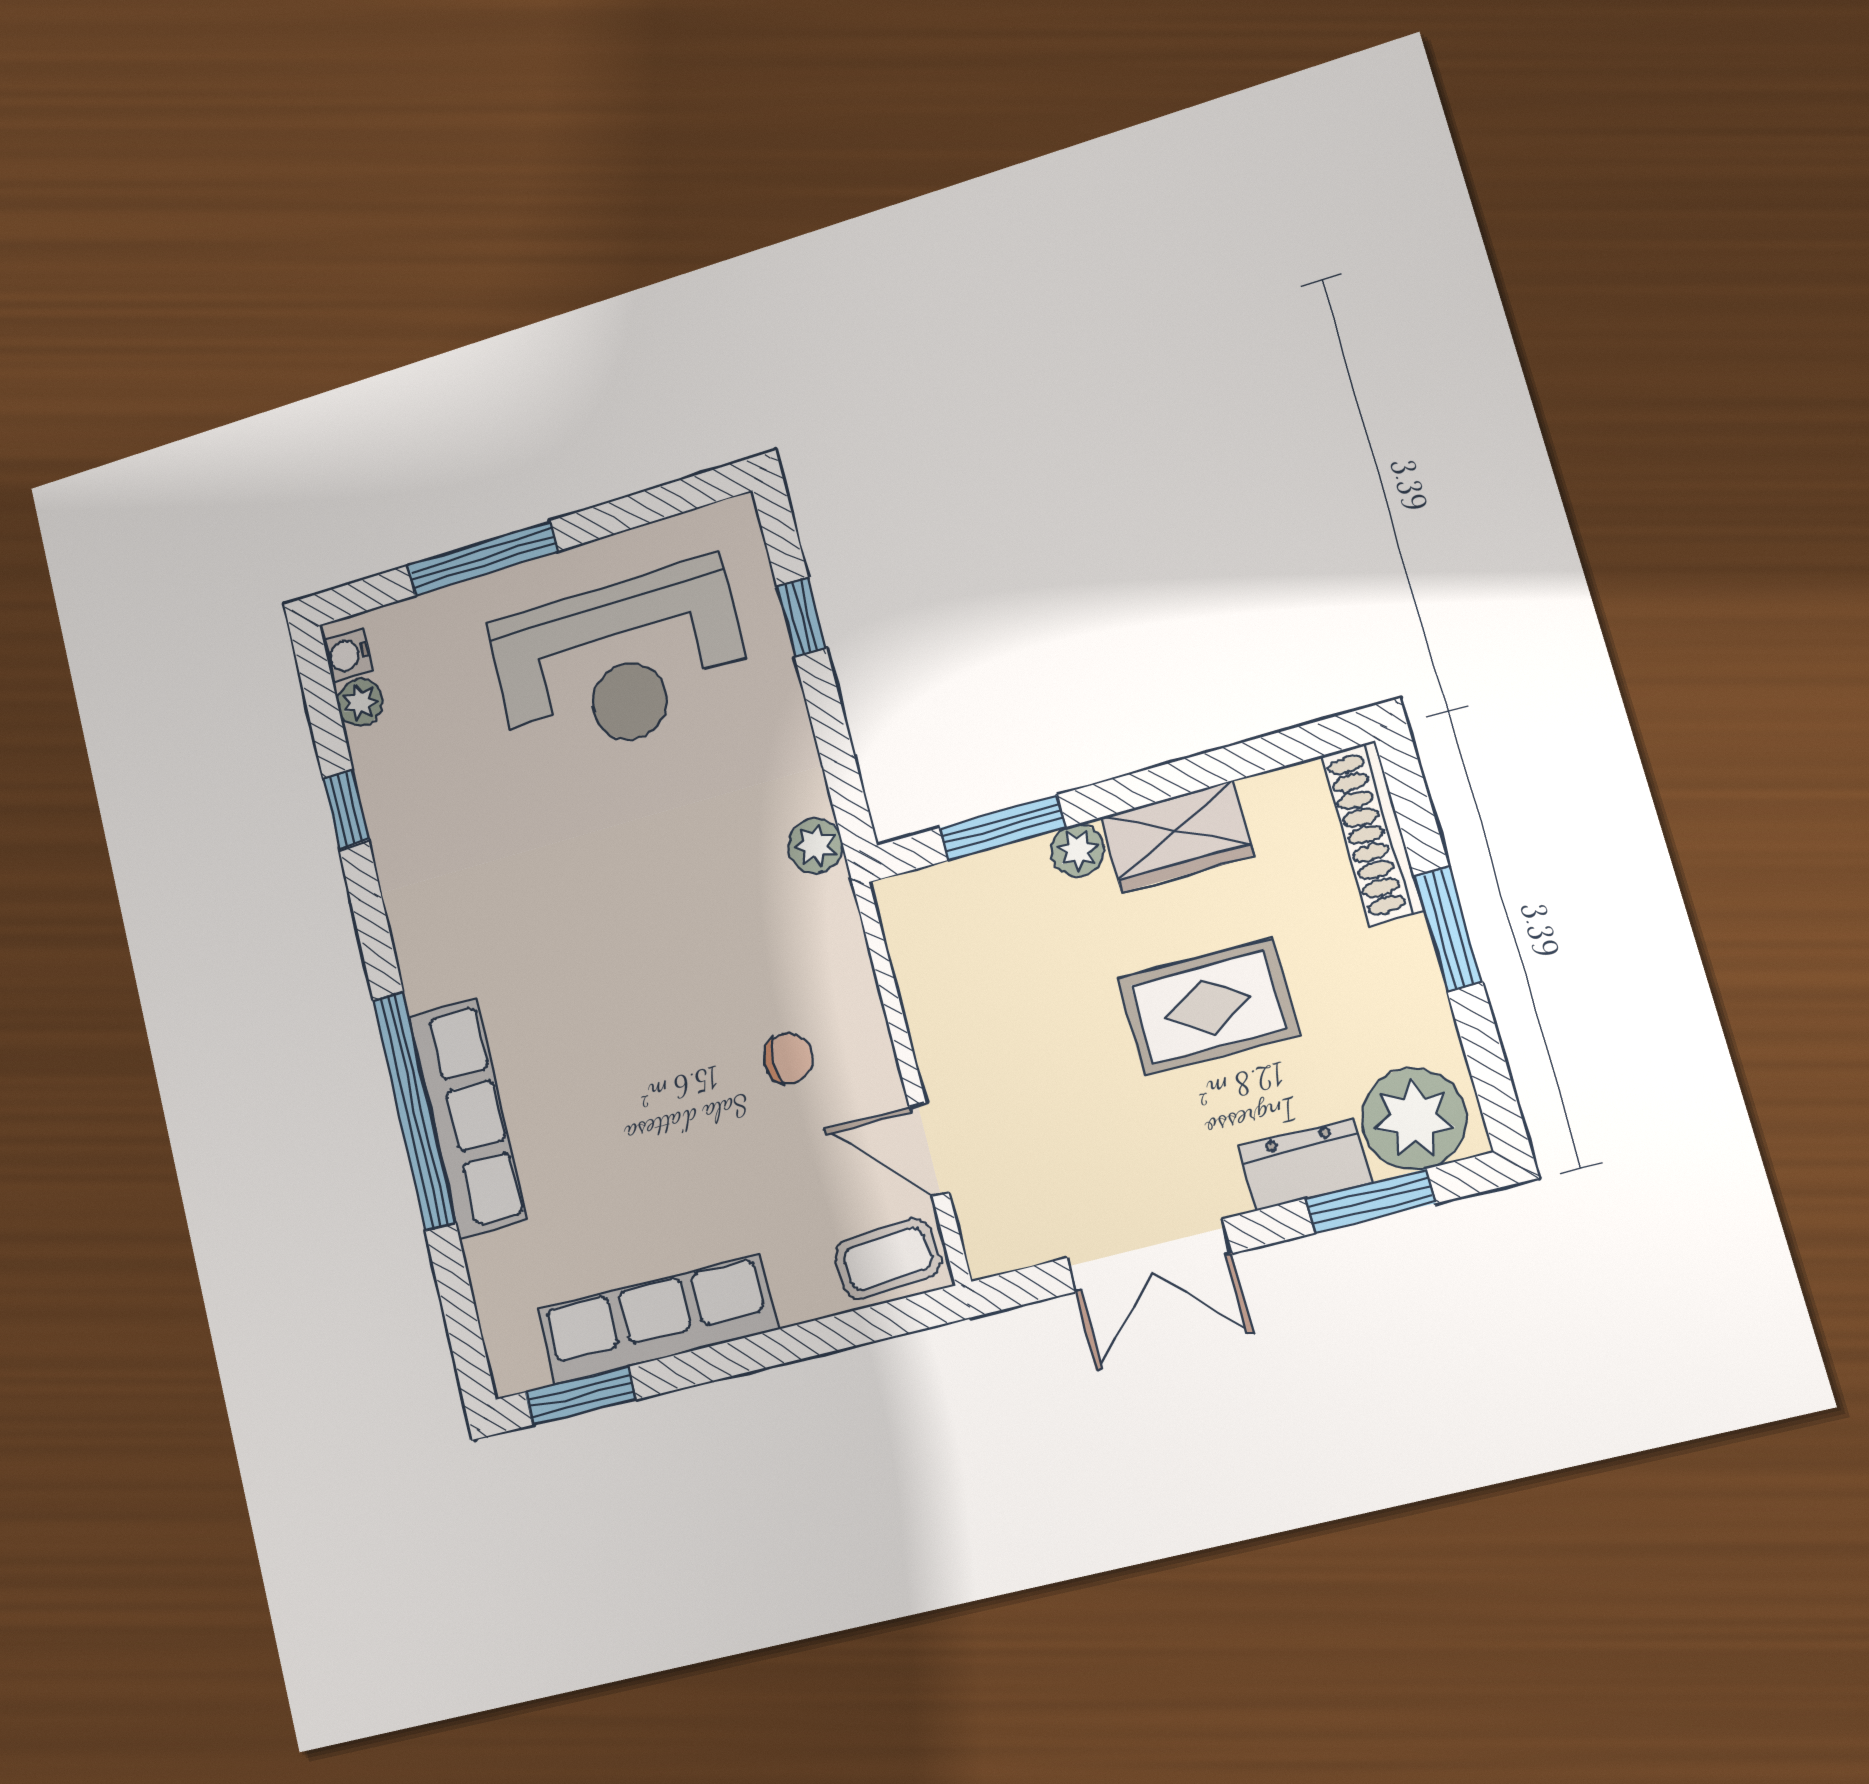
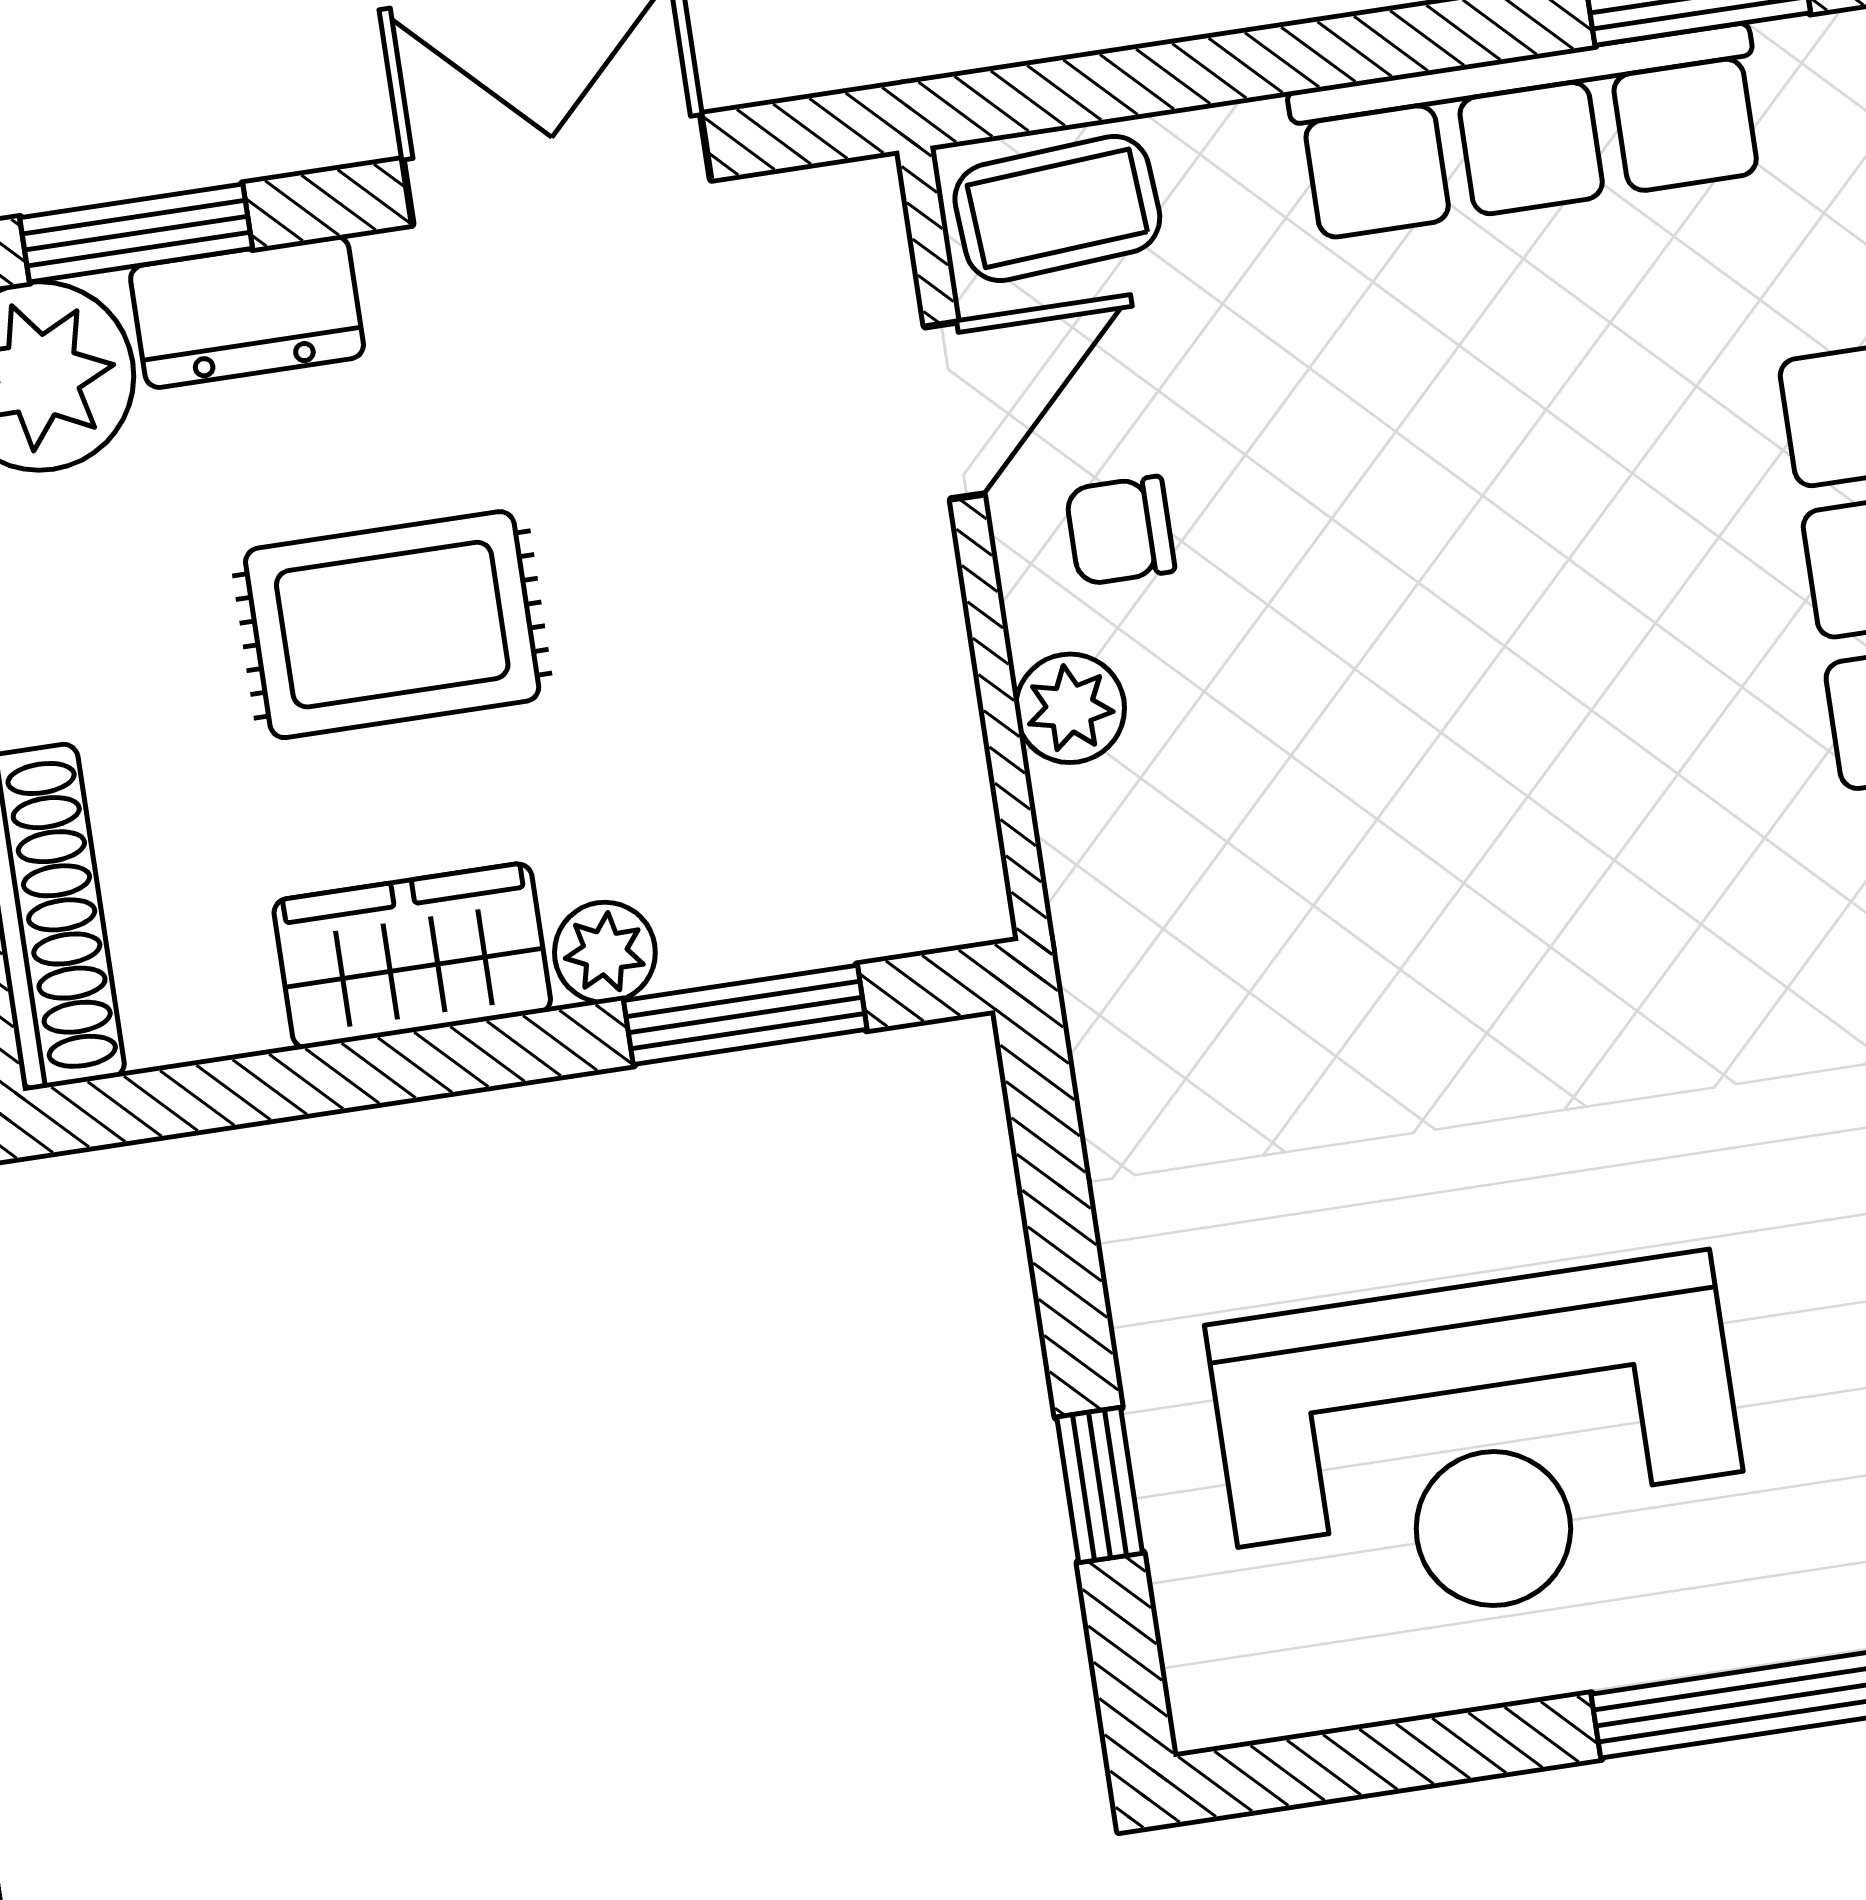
reception desk: (620, 662) -> (1481, 1446), turned 180
plant: (815, 846) -> (1070, 708), moved
chair: (788, 1058) -> (1120, 531), moved
door: (929, 1149) -> (954, 410), hinge flipped

